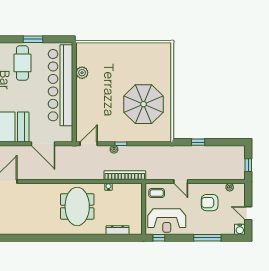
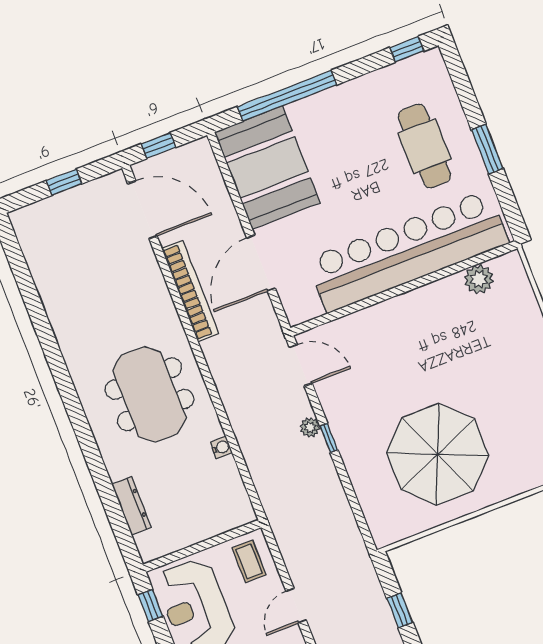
cafe table: (22, 63) -> (424, 146), turned 90
plant: (82, 73) -> (479, 279), moved
bookcase: (125, 175) -> (190, 291), moved
meeting table: (77, 206) -> (150, 394), turned 90

